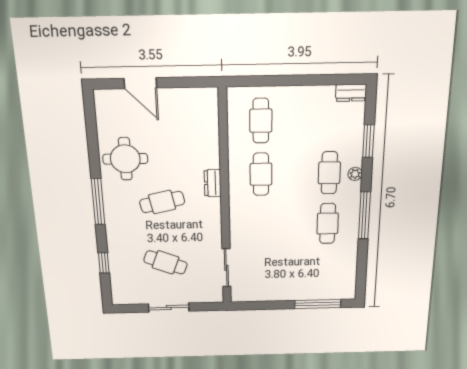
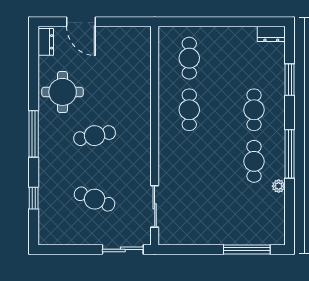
plant: (355, 174) -> (279, 186), moved
dresser: (213, 183) -> (46, 42), moved, turned 180
sliding door: (169, 308) -> (123, 249), moved

